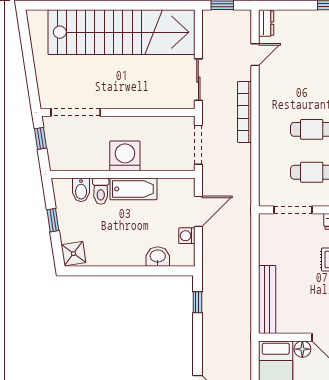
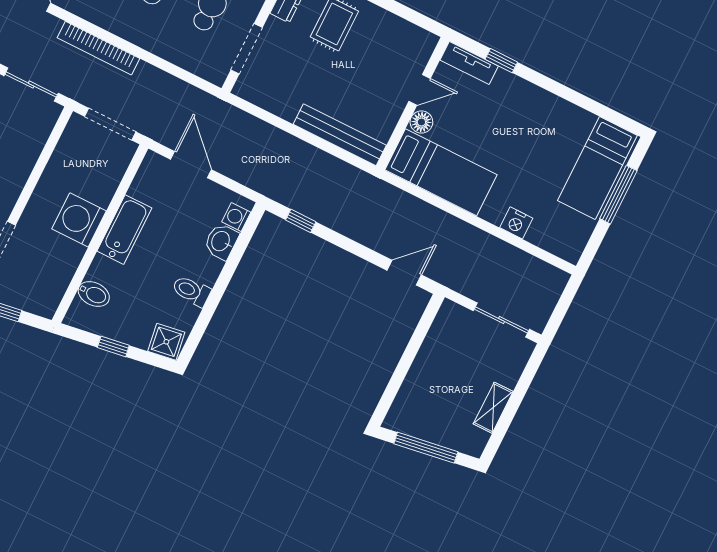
toilet: (101, 191) -> (191, 291), moved, turned 180
washing machine: (187, 236) -> (236, 217), moved, turned 90

